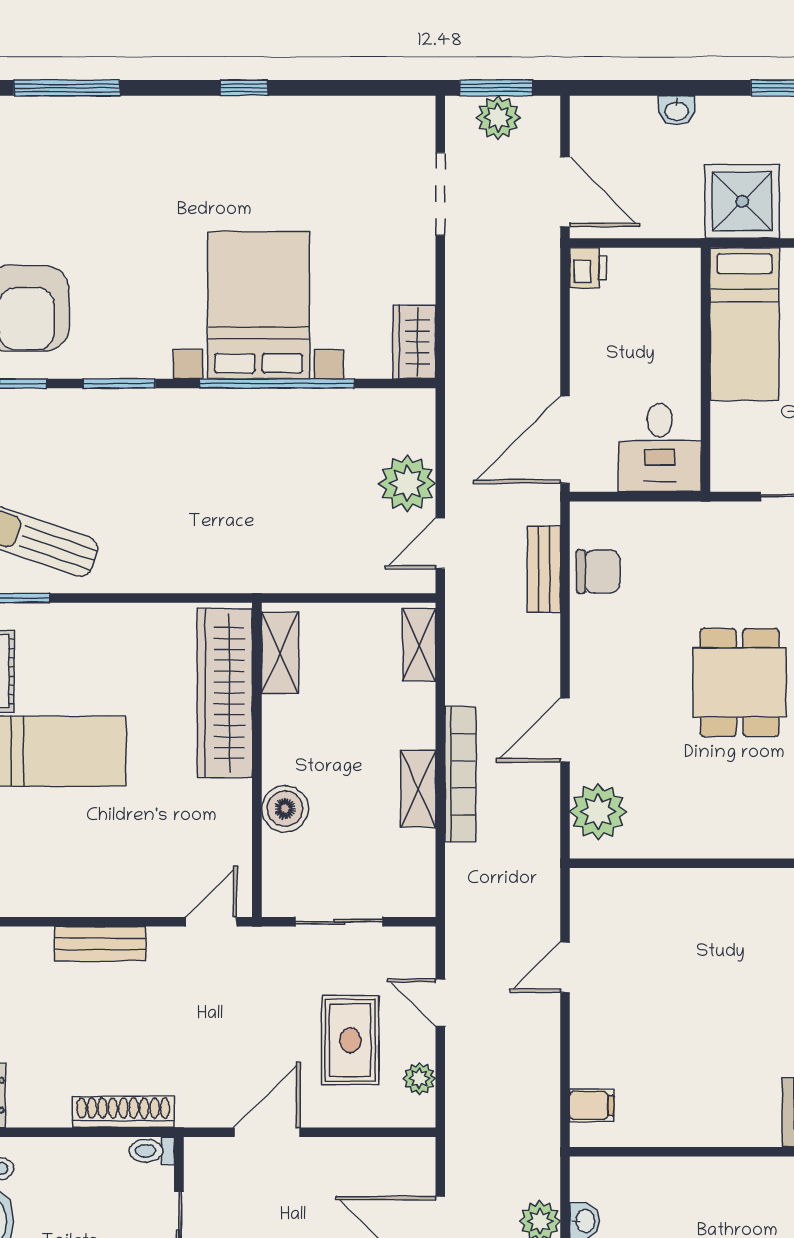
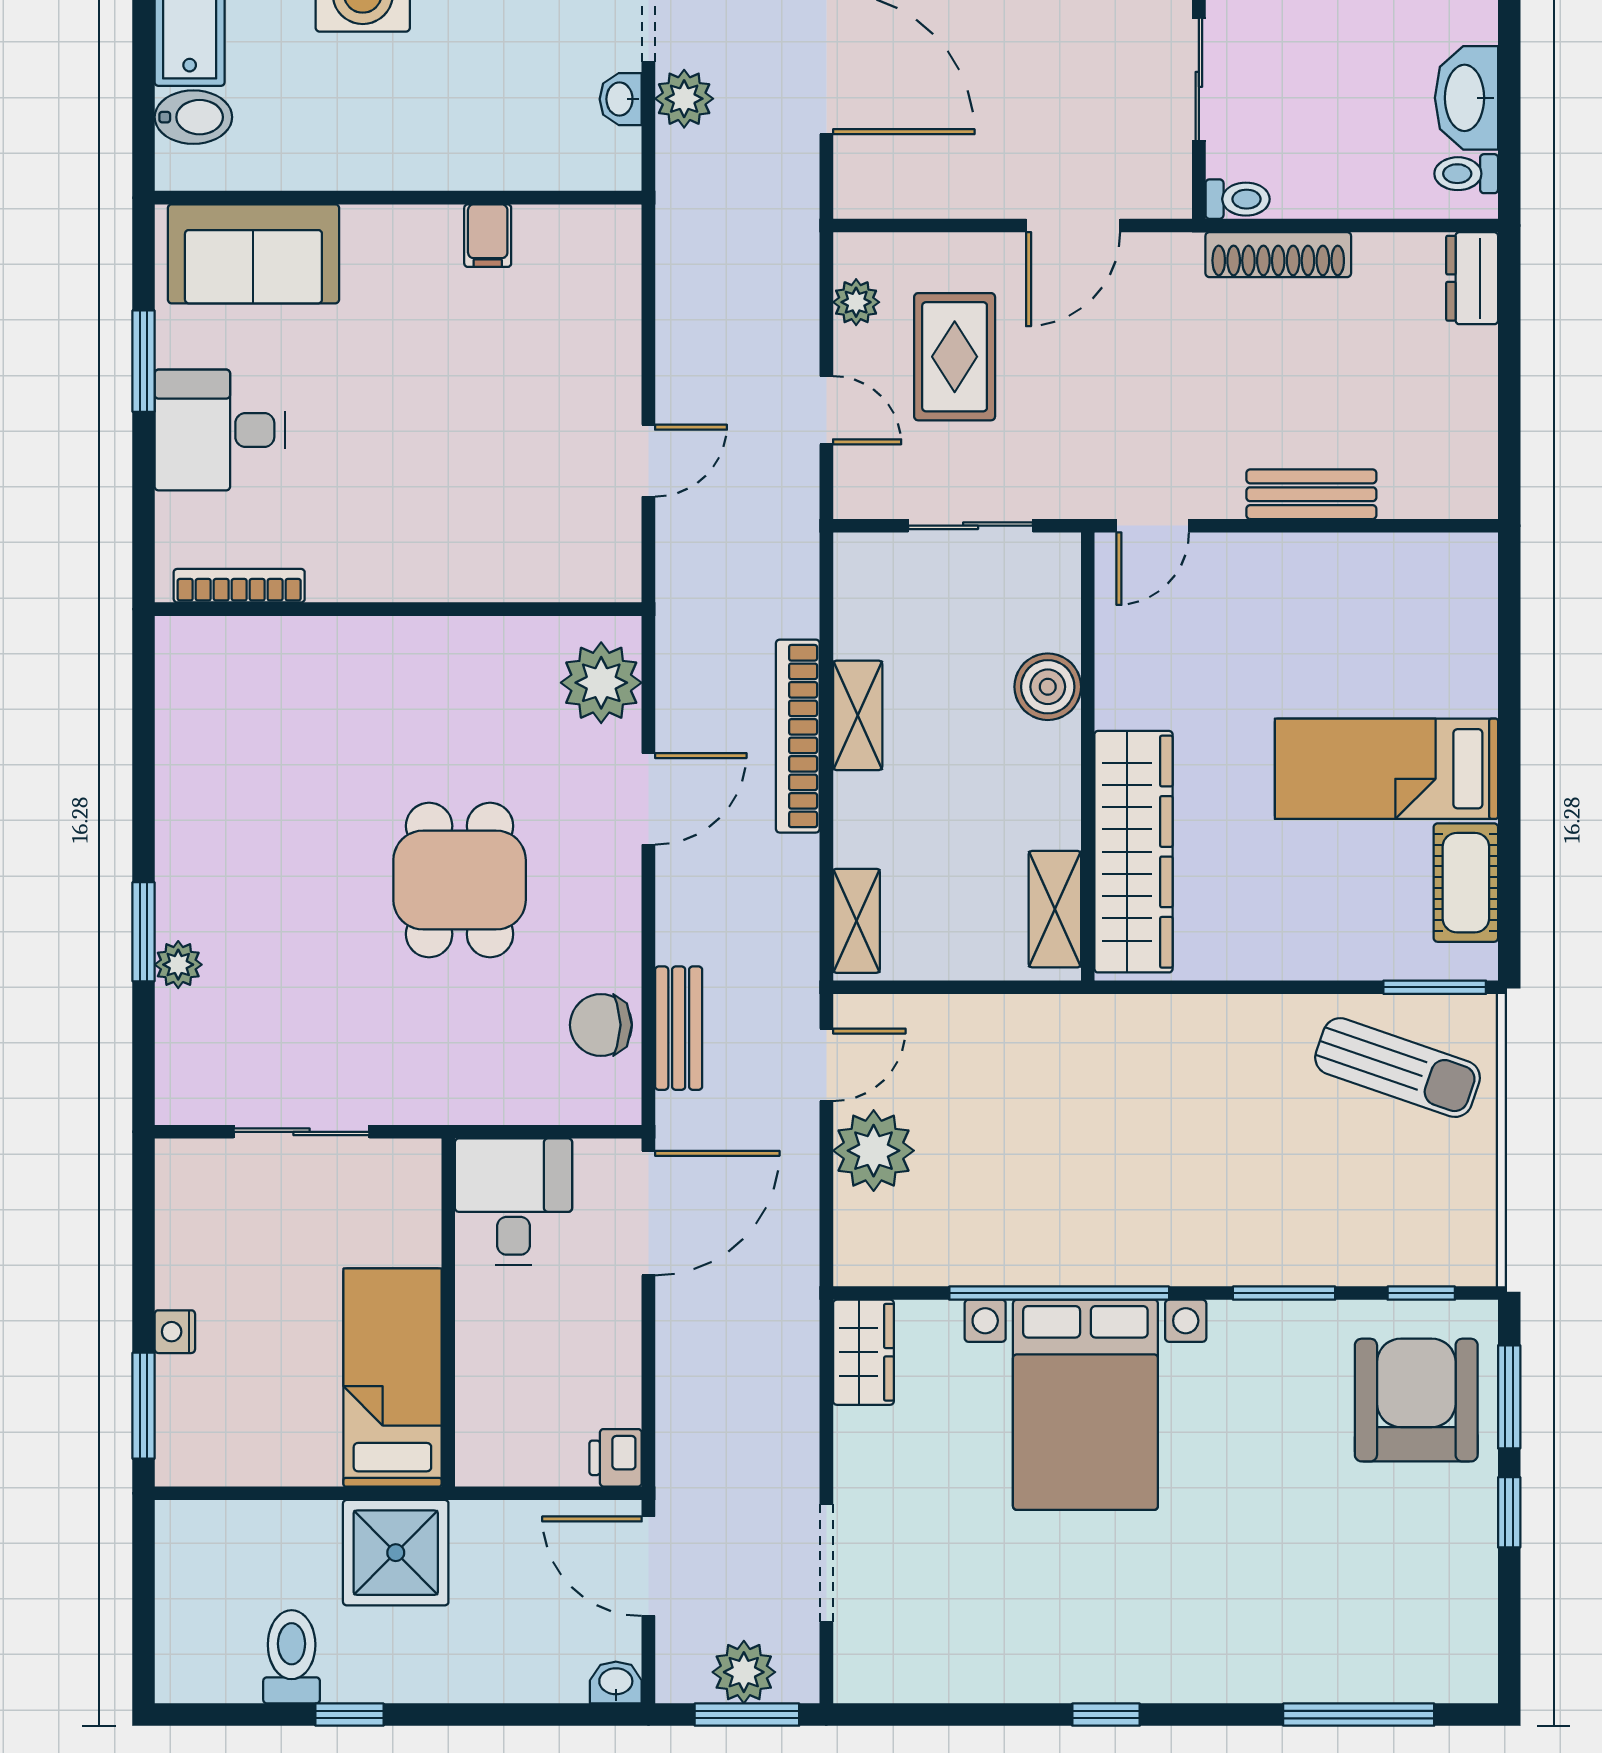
washbasin: (677, 110) -> (616, 1683), moved
dining table: (740, 682) -> (460, 880), moved
filing cabinet: (592, 1105) -> (488, 236), moved, turned -90

